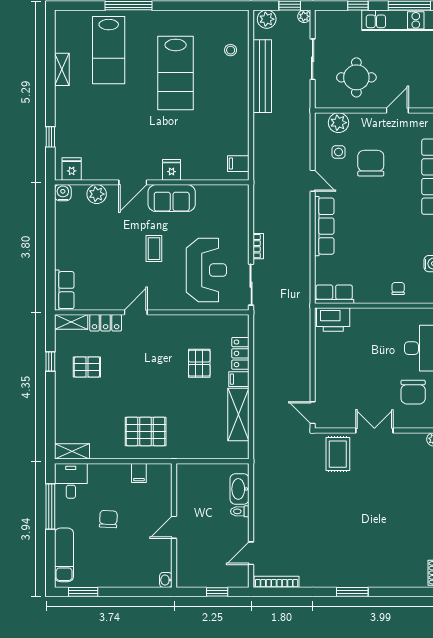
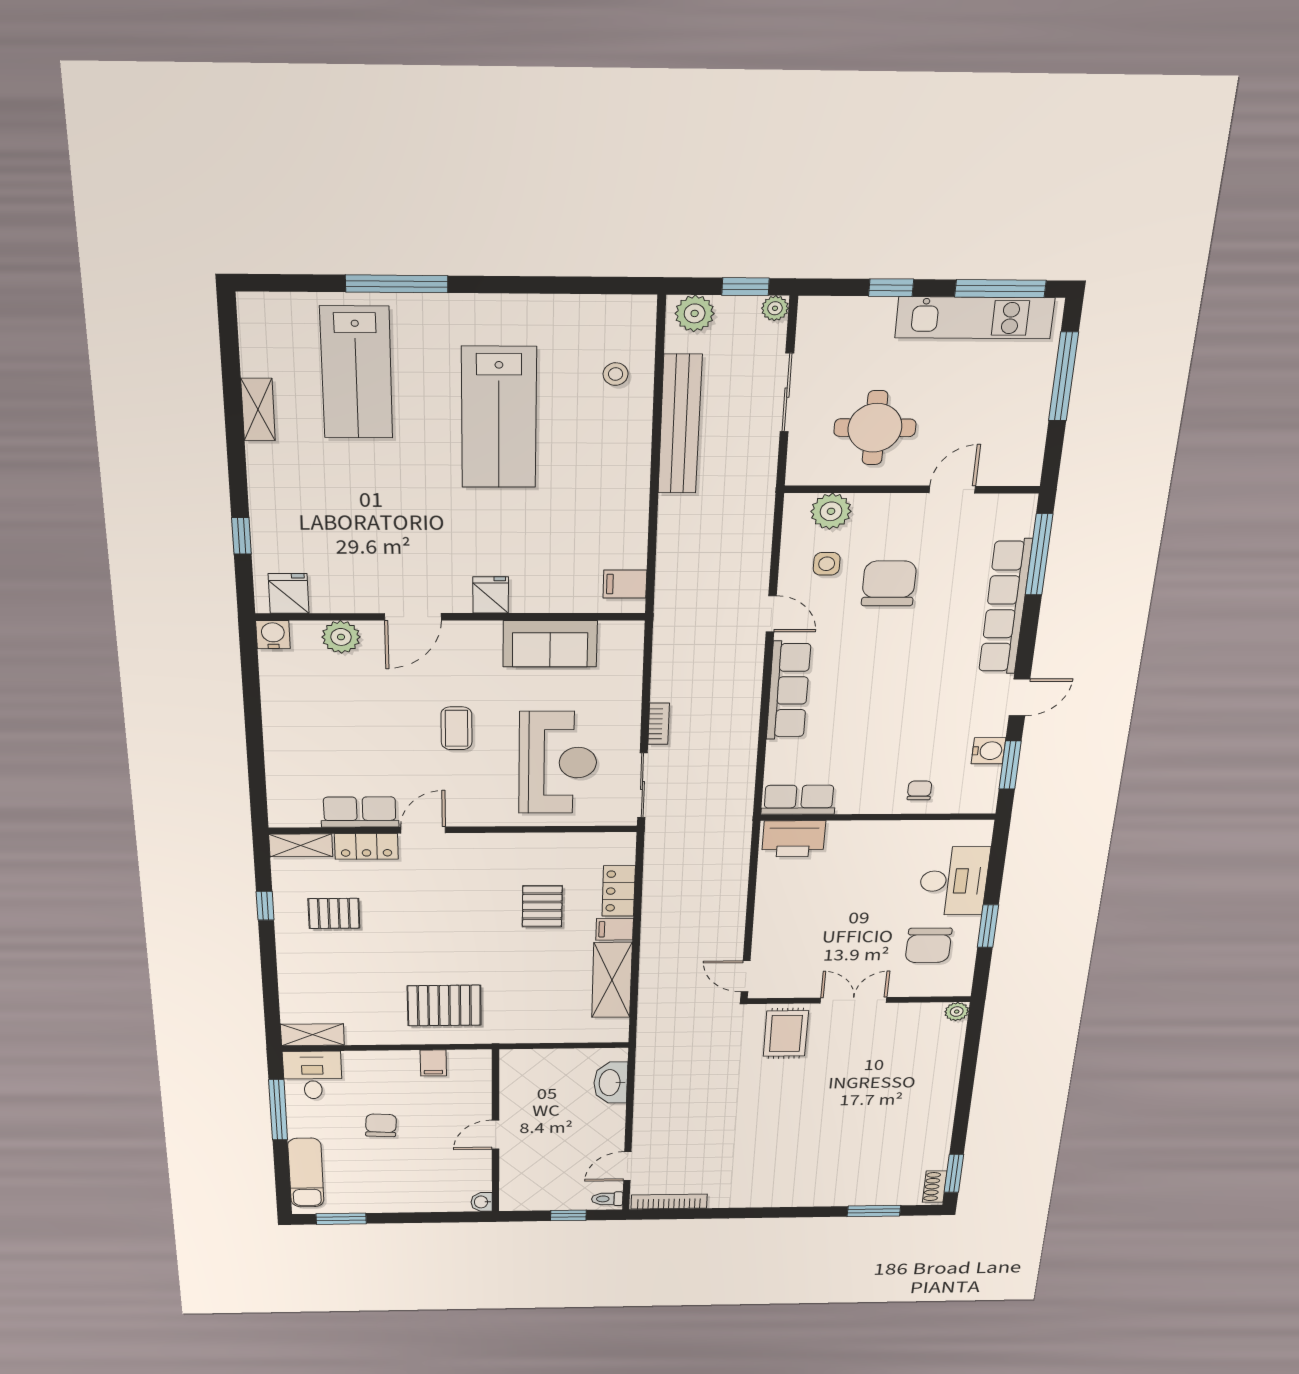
sofa: (172, 198) -> (550, 644), moved
row of seats: (64, 290) -> (360, 812), moved, turned -90
toilet: (240, 511) -> (607, 1199), moved
window: (352, 592) -> (874, 1211), moved

